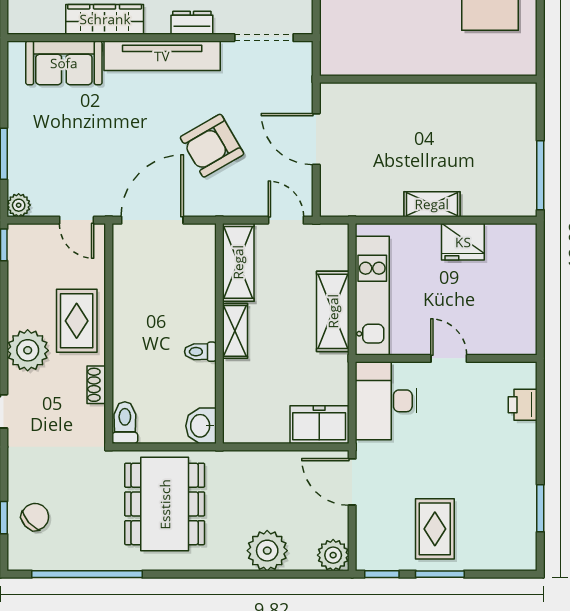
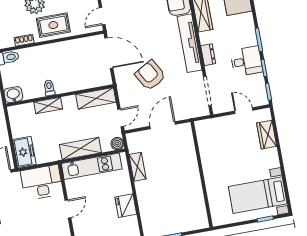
shelving: (432, 204) -> (138, 167), moved
boiler: (336, 236) -> (117, 144), added
shelving: (235, 331) -> (48, 105), moved

